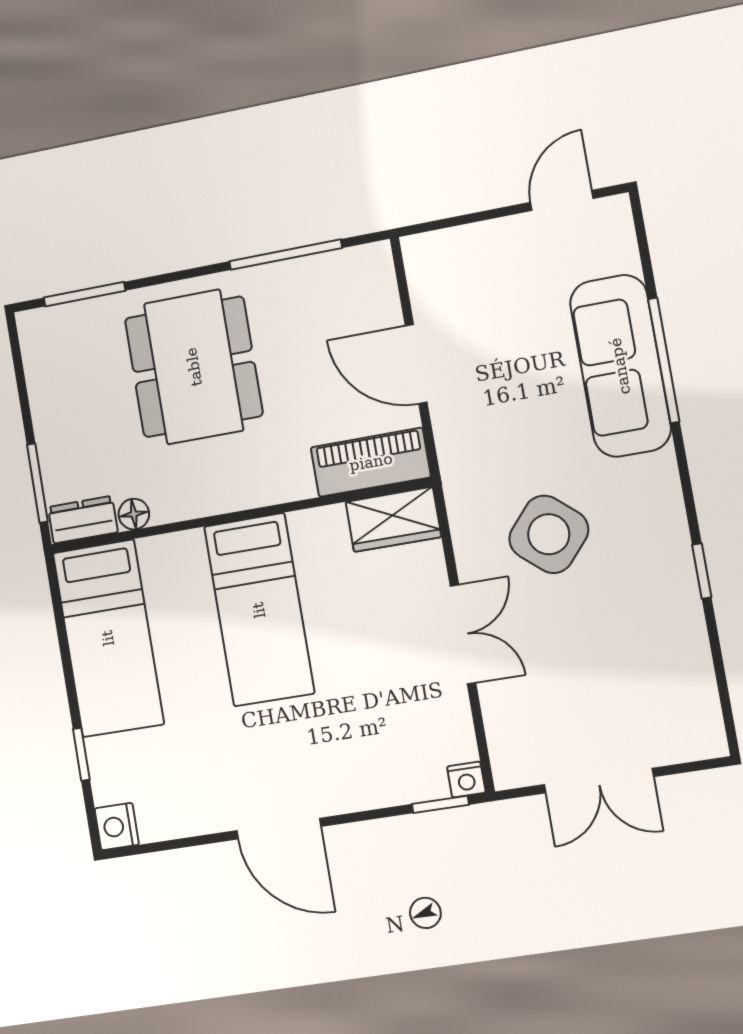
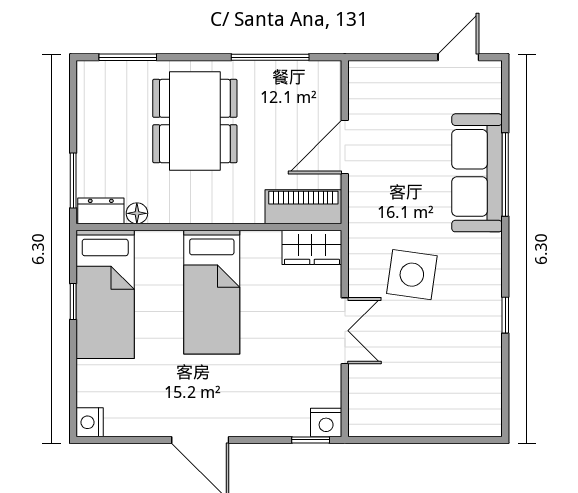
door: (416, 364) -> (345, 147), hinge flipped
side table: (549, 534) -> (412, 275), turned -33
window: (81, 754) -> (73, 302), moved
nightstand: (466, 780) -> (326, 423), width x1.39, depth x1.35
double door: (599, 781) -> (416, 440), removed

